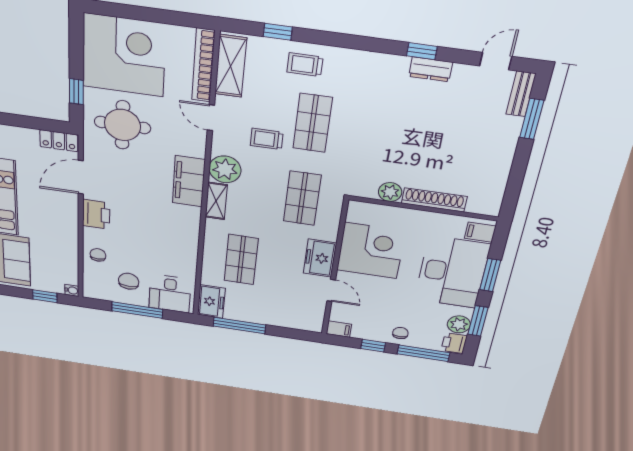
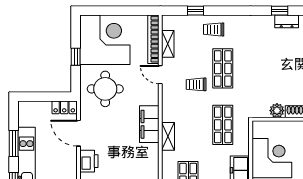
shelving: (231, 66) -> (168, 44), width x0.67, depth x0.75
window: (76, 92) -> (76, 57), moved
plant: (225, 169) -> (172, 111), removed
door: (81, 177) -> (79, 133), hinge flipped

